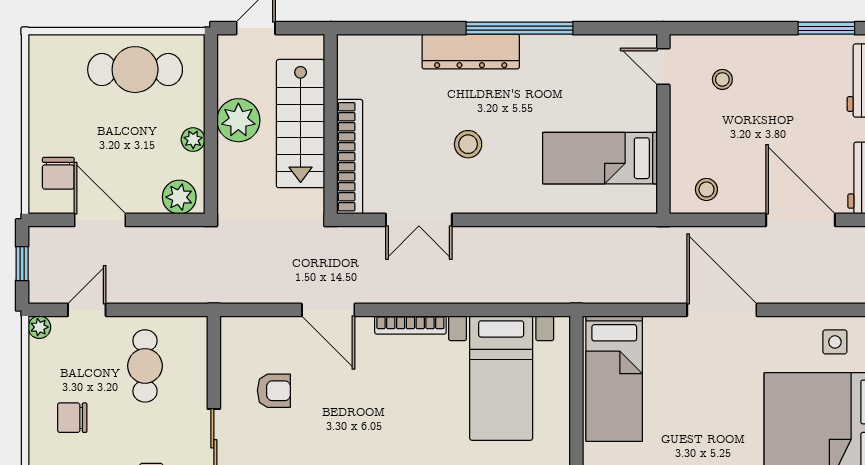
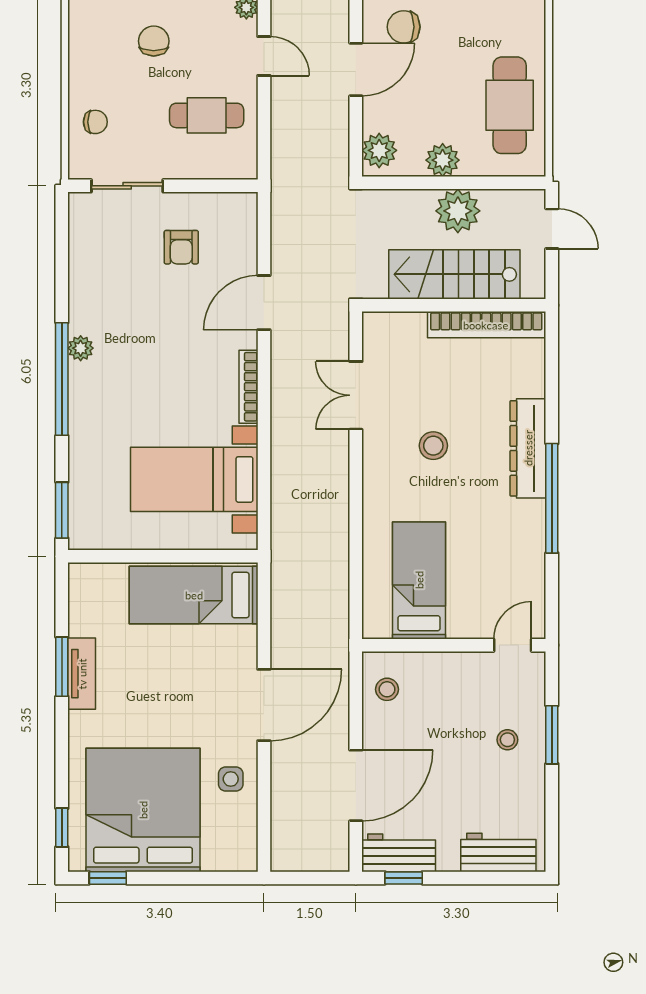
window: (826, 28) -> (552, 735), moved
stool: (722, 79) -> (507, 740), moved
plant: (193, 140) -> (443, 160), width x1.38, depth x1.38
bookcase: (350, 157) -> (486, 325), moved
side table: (835, 342) -> (231, 779), moved

